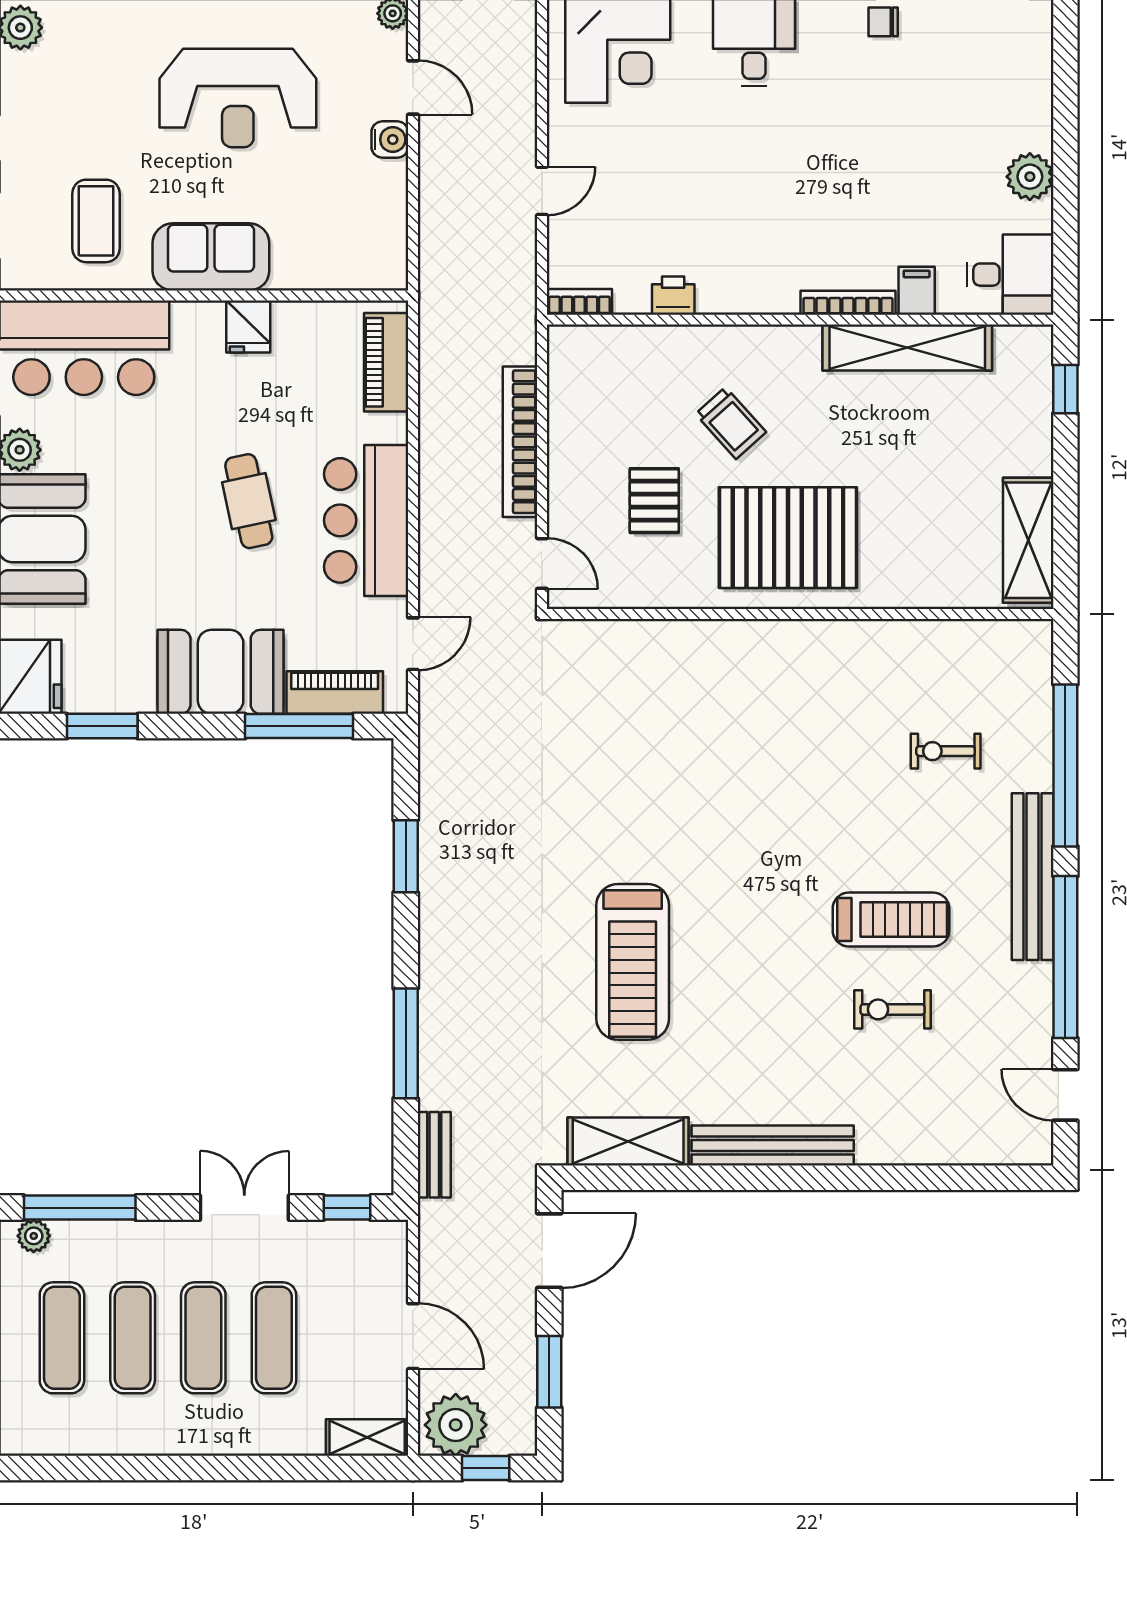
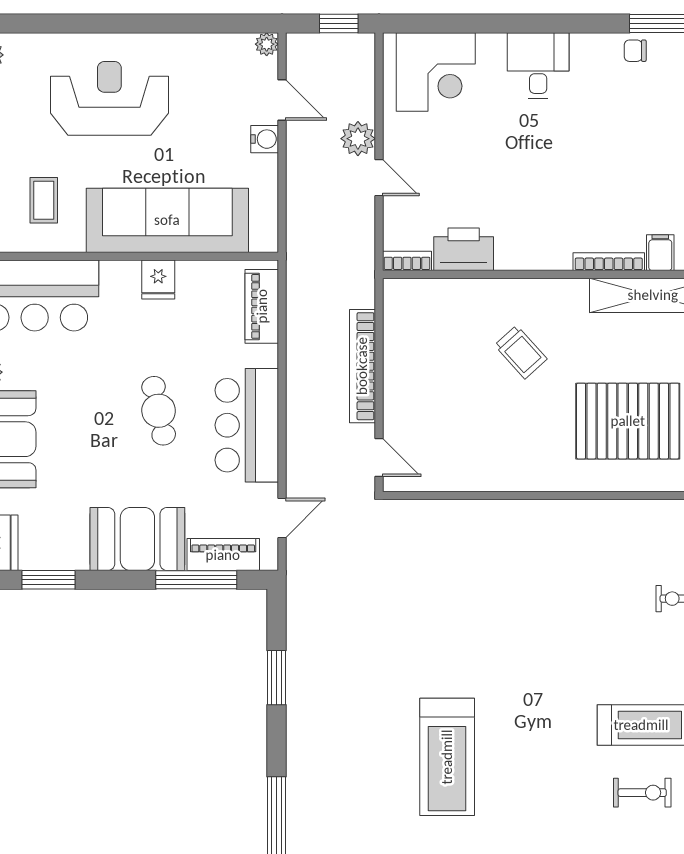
reception desk: (238, 98) -> (109, 98), moved, turned 180
plant: (514, 139) -> (358, 139), added
door: (542, 191) -> (379, 178), hinge flipped
coffee table: (96, 221) -> (44, 200), width x0.73, depth x0.77
sofa: (211, 257) -> (167, 220), width x1.85, depth x1.27
printer: (673, 296) -> (464, 249), width x1.87, depth x1.48
pallet: (654, 501) -> (463, 410), removed
pallet: (788, 538) -> (628, 421), moved
exercise bike: (892, 1009) -> (642, 793), turned 180

